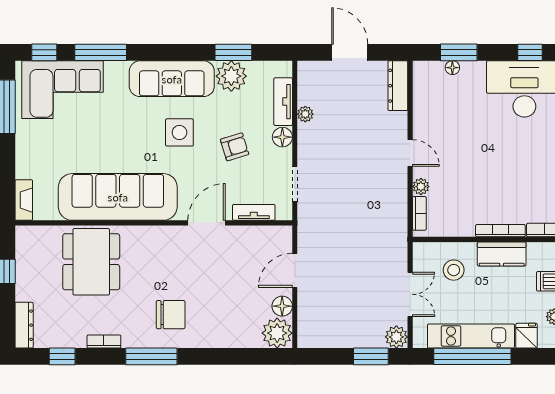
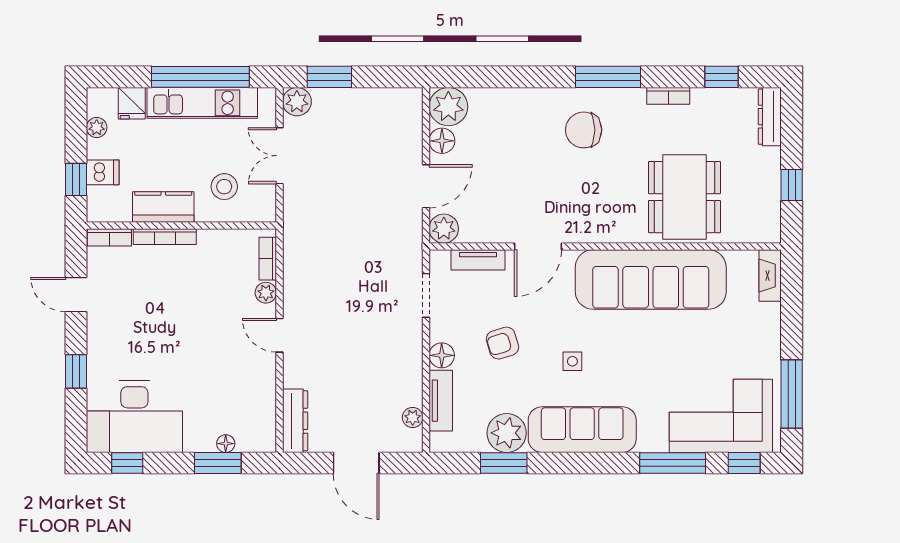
plant: (305, 114) -> (413, 418), moved
side table: (179, 132) -> (572, 361), width x0.54, depth x0.54
plant: (281, 237) -> (444, 229), added

